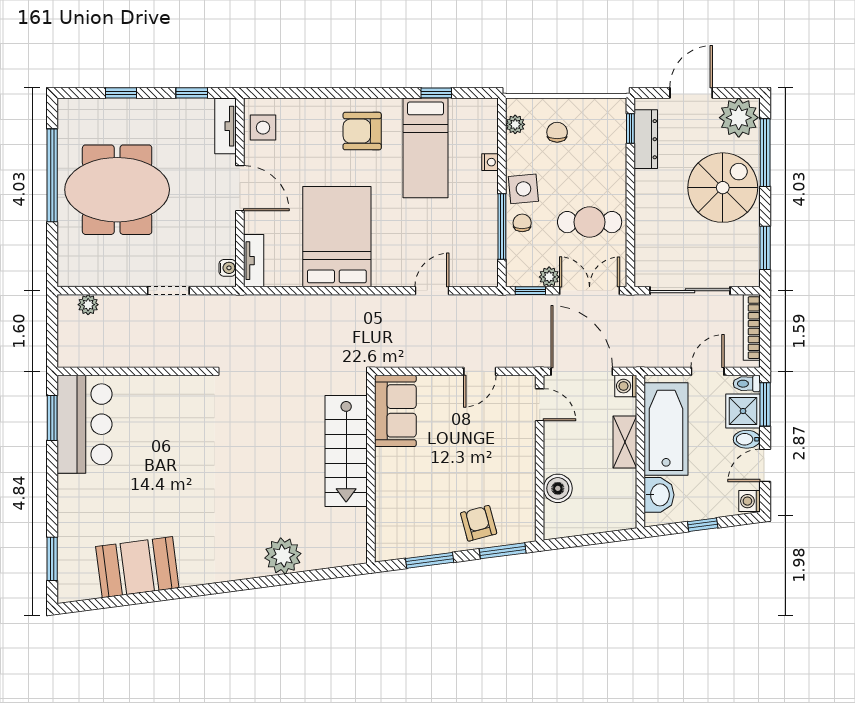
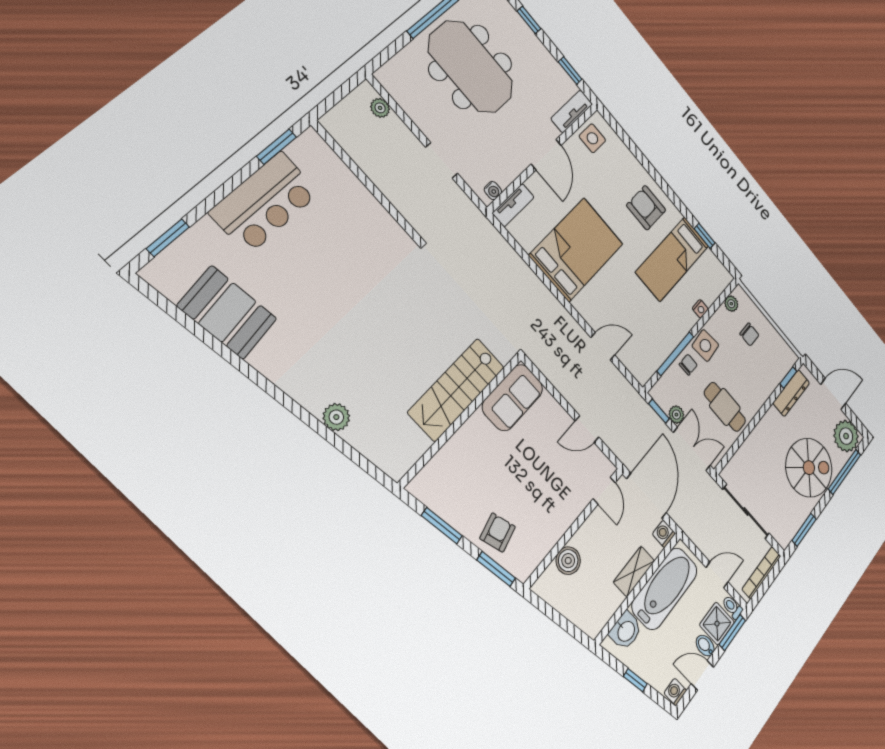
chair: (557, 132) -> (749, 334), turned 90
bar counter: (85, 424) -> (265, 202), moved
plant: (283, 556) -> (336, 417), width x0.73, depth x0.73

